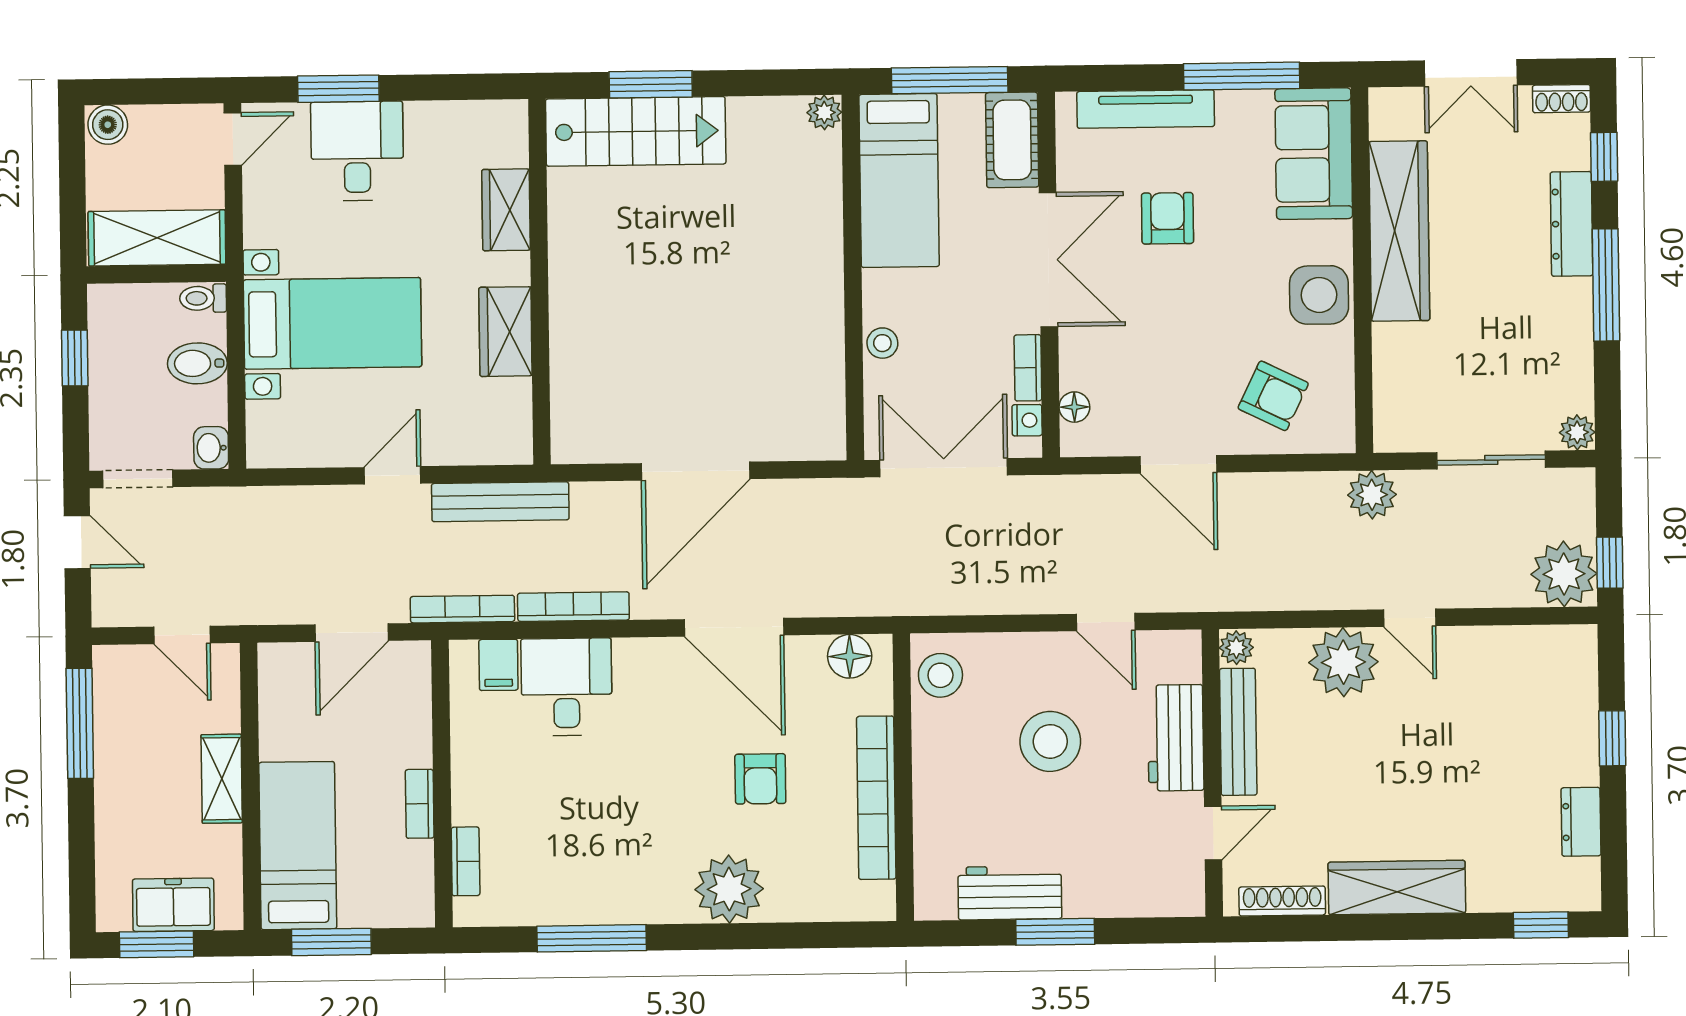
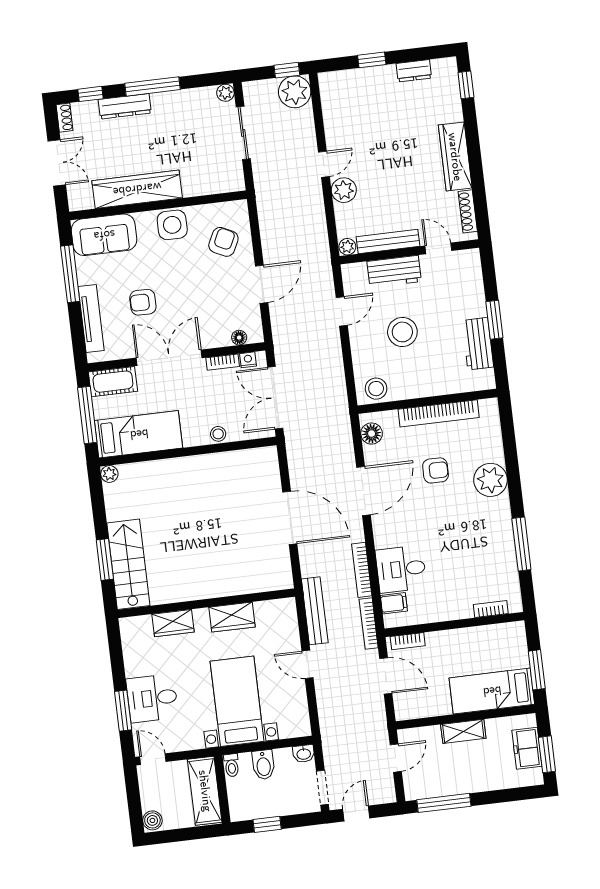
plant: (1372, 495) -> (266, 189), removed
plant: (1343, 662) -> (344, 190), width x0.73, depth x0.73
bookcase: (420, 804) -> (408, 641), moved

